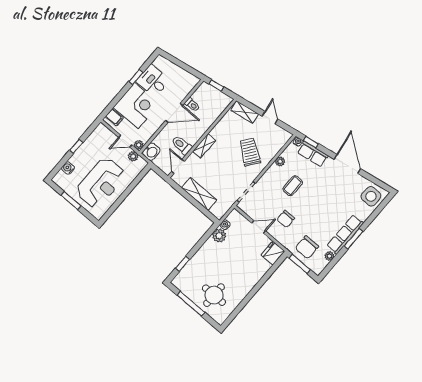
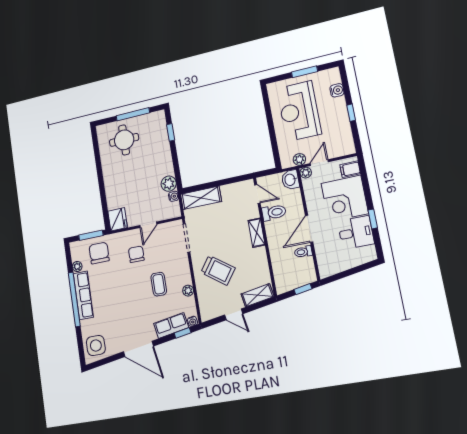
shelving: (199, 194) -> (201, 198), moved
window: (353, 239) -> (74, 299), width x2.11

